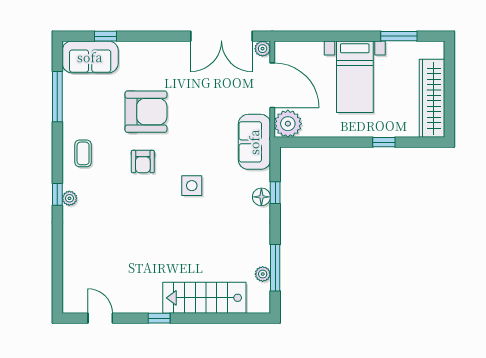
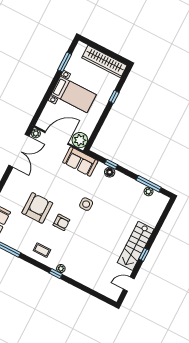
stairs: (204, 298) -> (136, 246), moved

